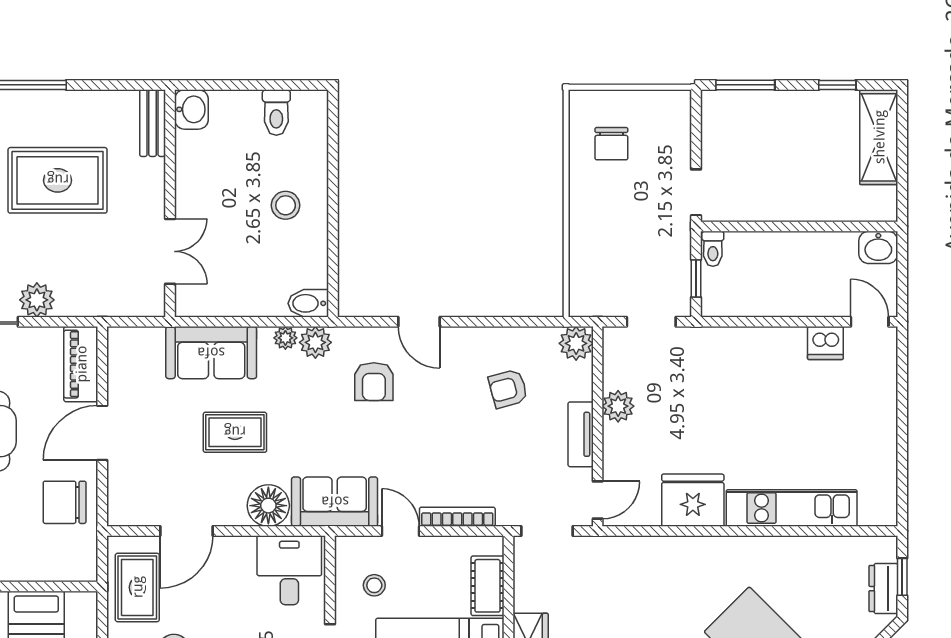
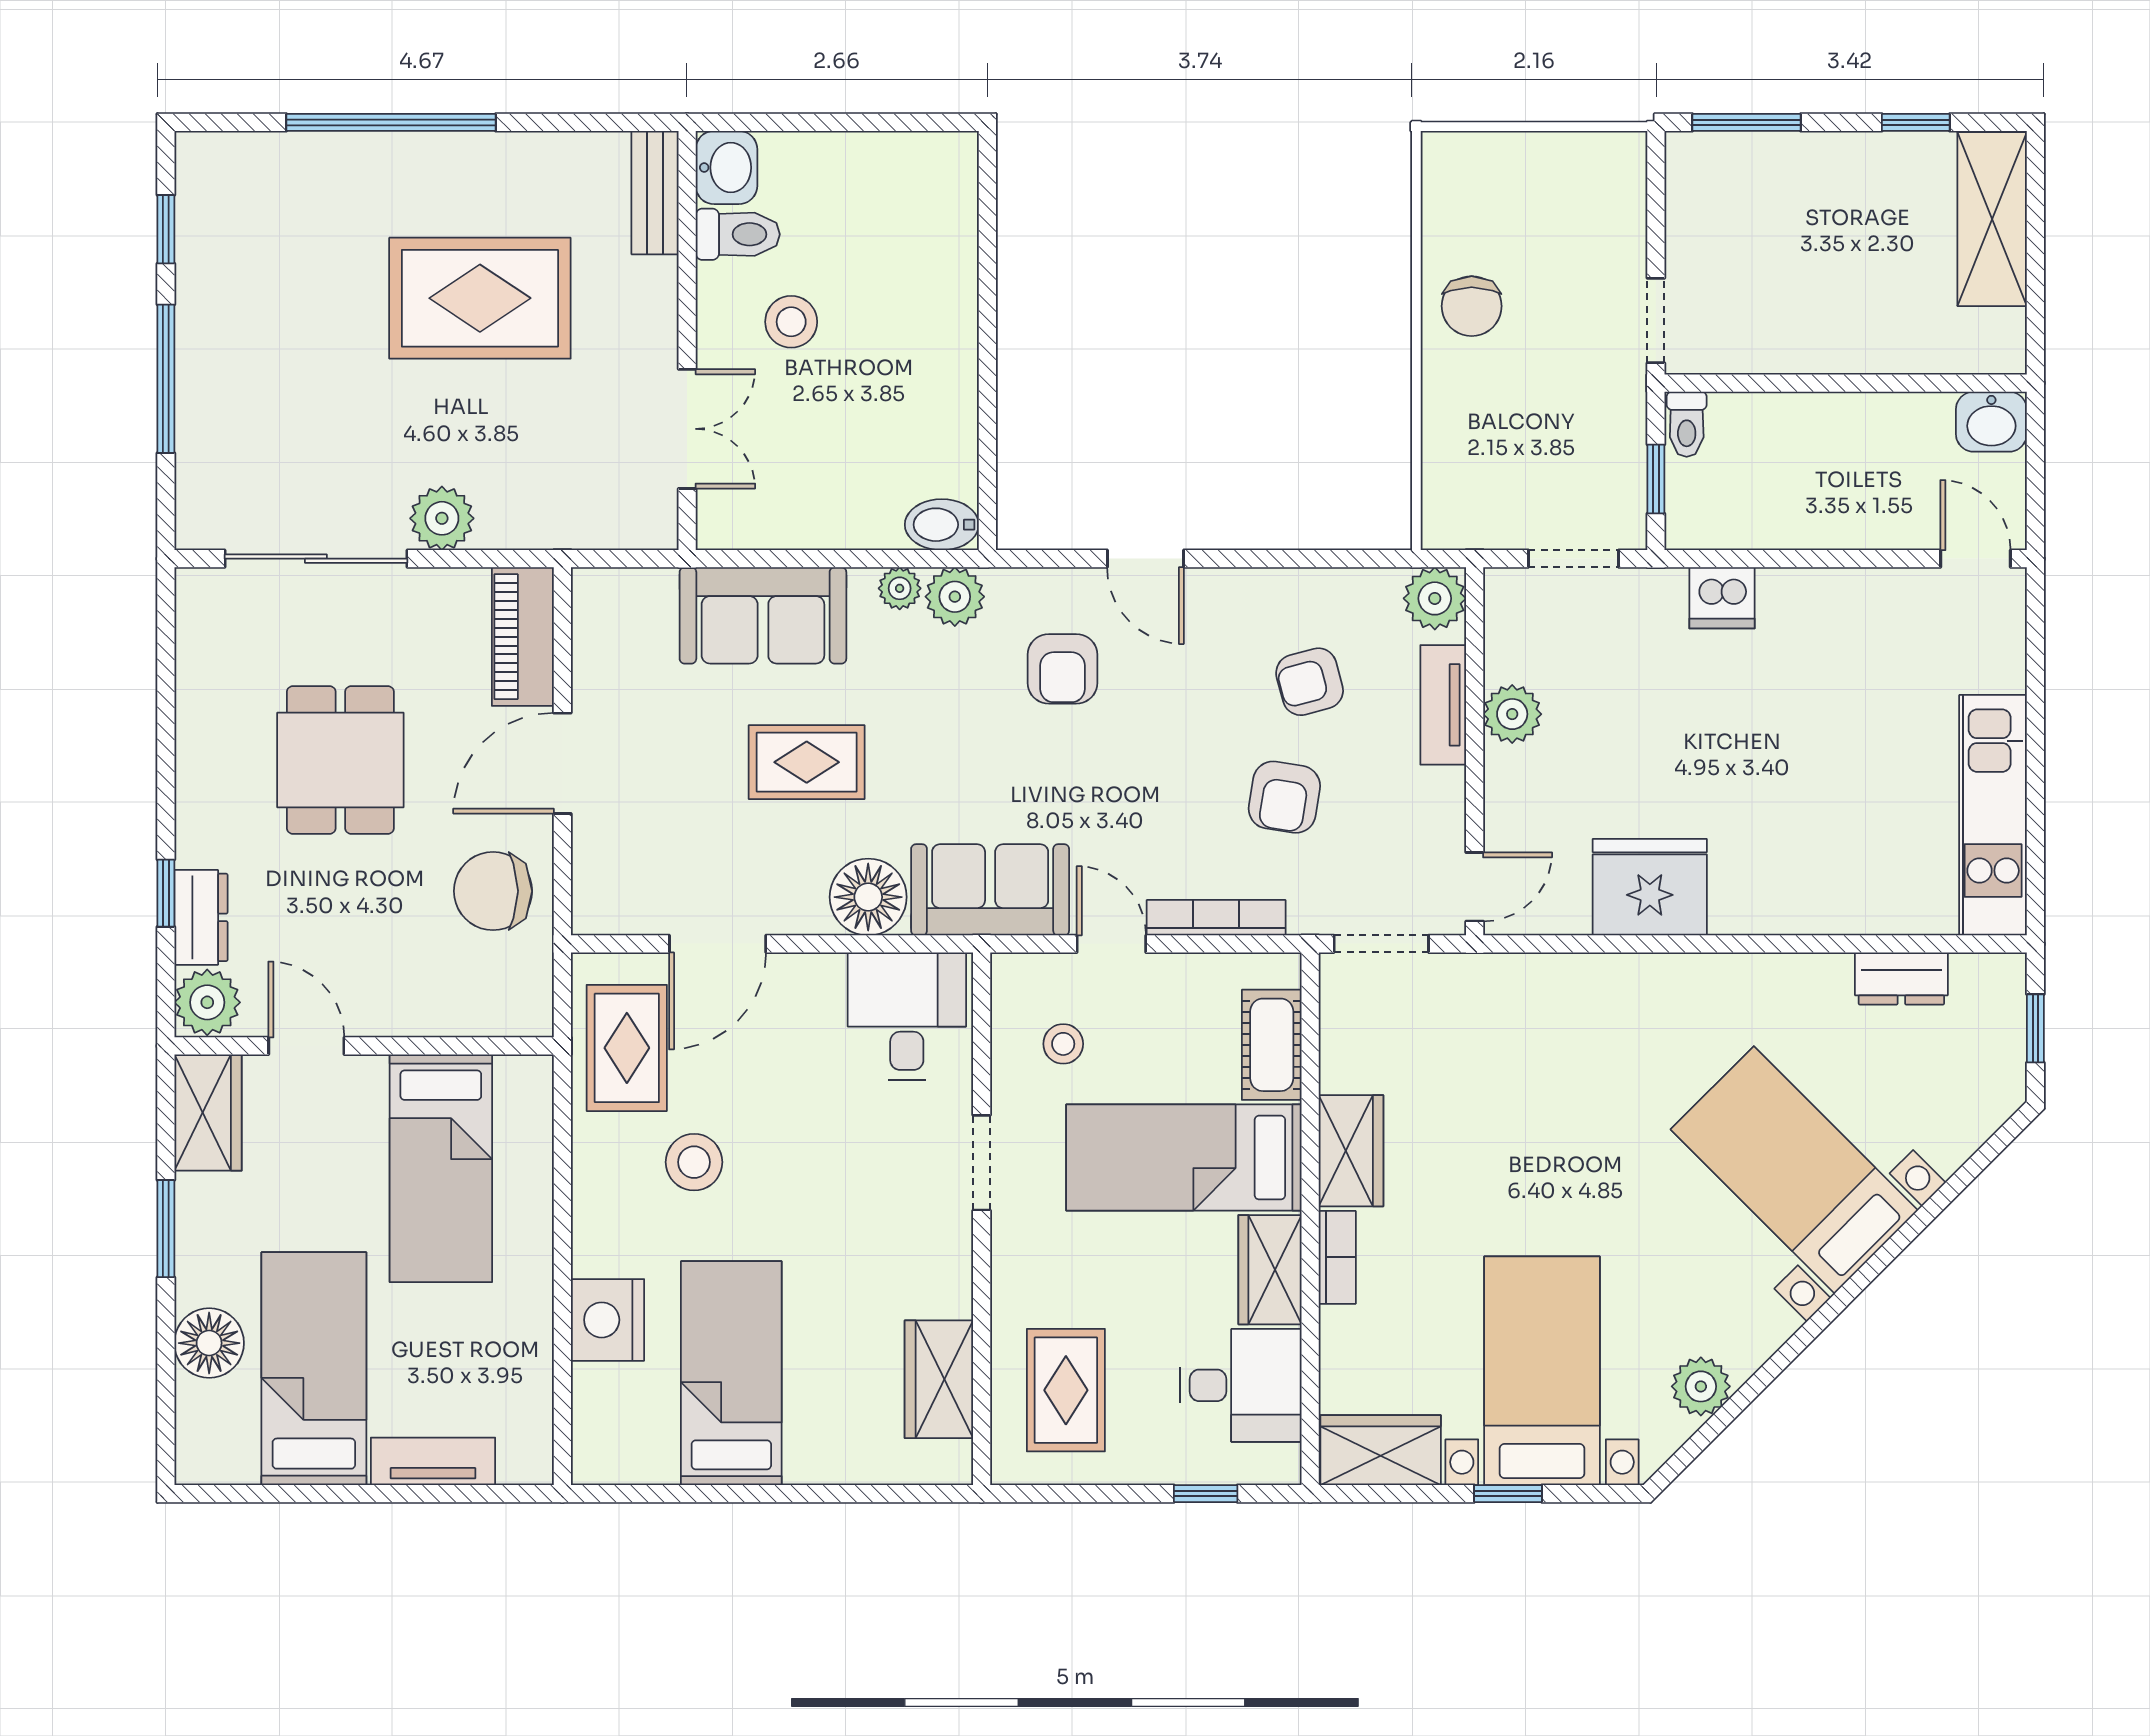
toilet: (276, 112) -> (738, 234), moved, turned -90
chair: (611, 144) -> (1472, 306), moved
stool: (286, 205) -> (791, 322), moved
dishwasher: (825, 343) -> (1722, 598), moved
tv unit: (581, 434) -> (1443, 705), moved
armchair: (494, 451) -> (1284, 797), added
kitchen unit: (792, 508) -> (1993, 815), moved, turned -90
dresser: (883, 589) -> (1901, 979), moved, turned -90

